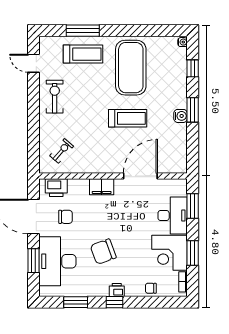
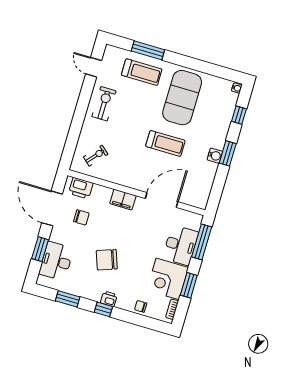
window: (193, 206) -> (202, 242), width x1.44
desk: (57, 261) -> (56, 261), width x0.73, depth x0.77

